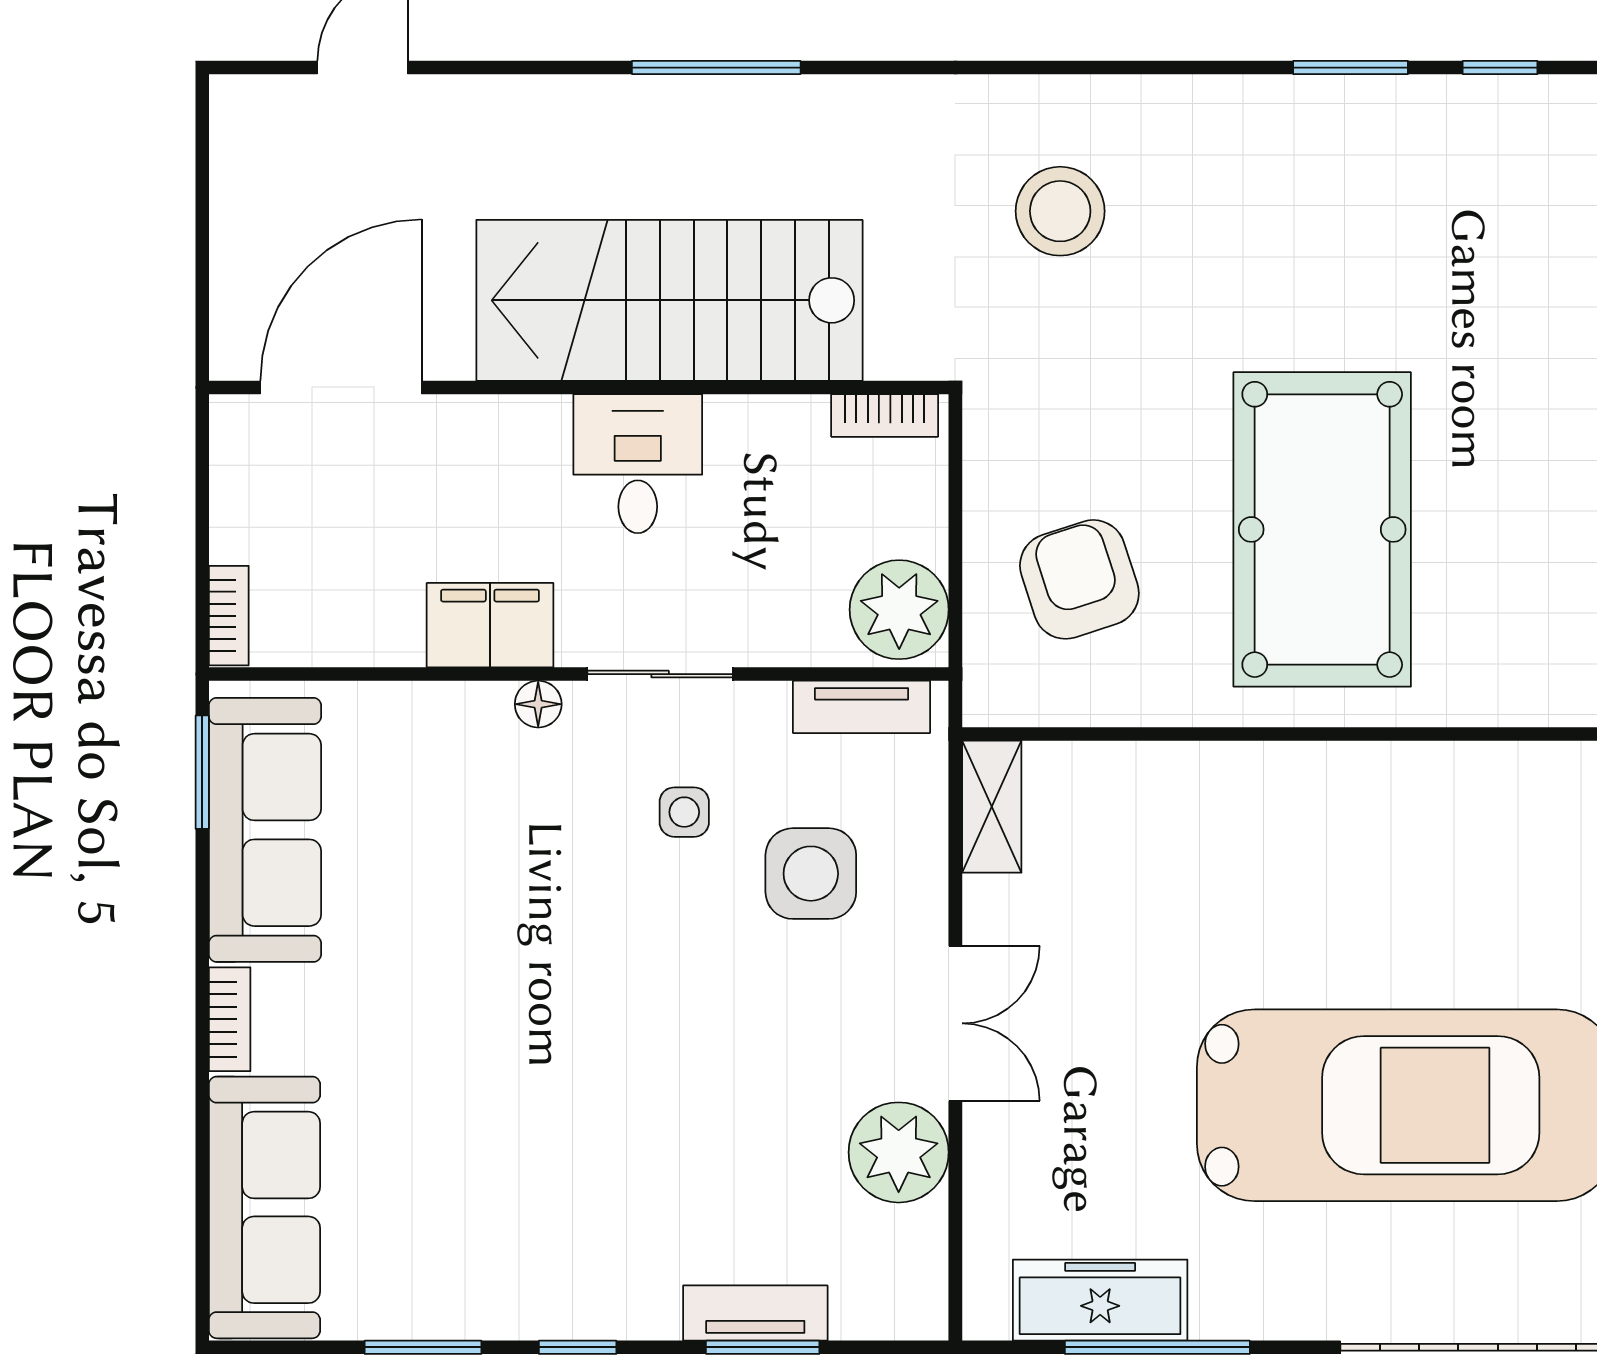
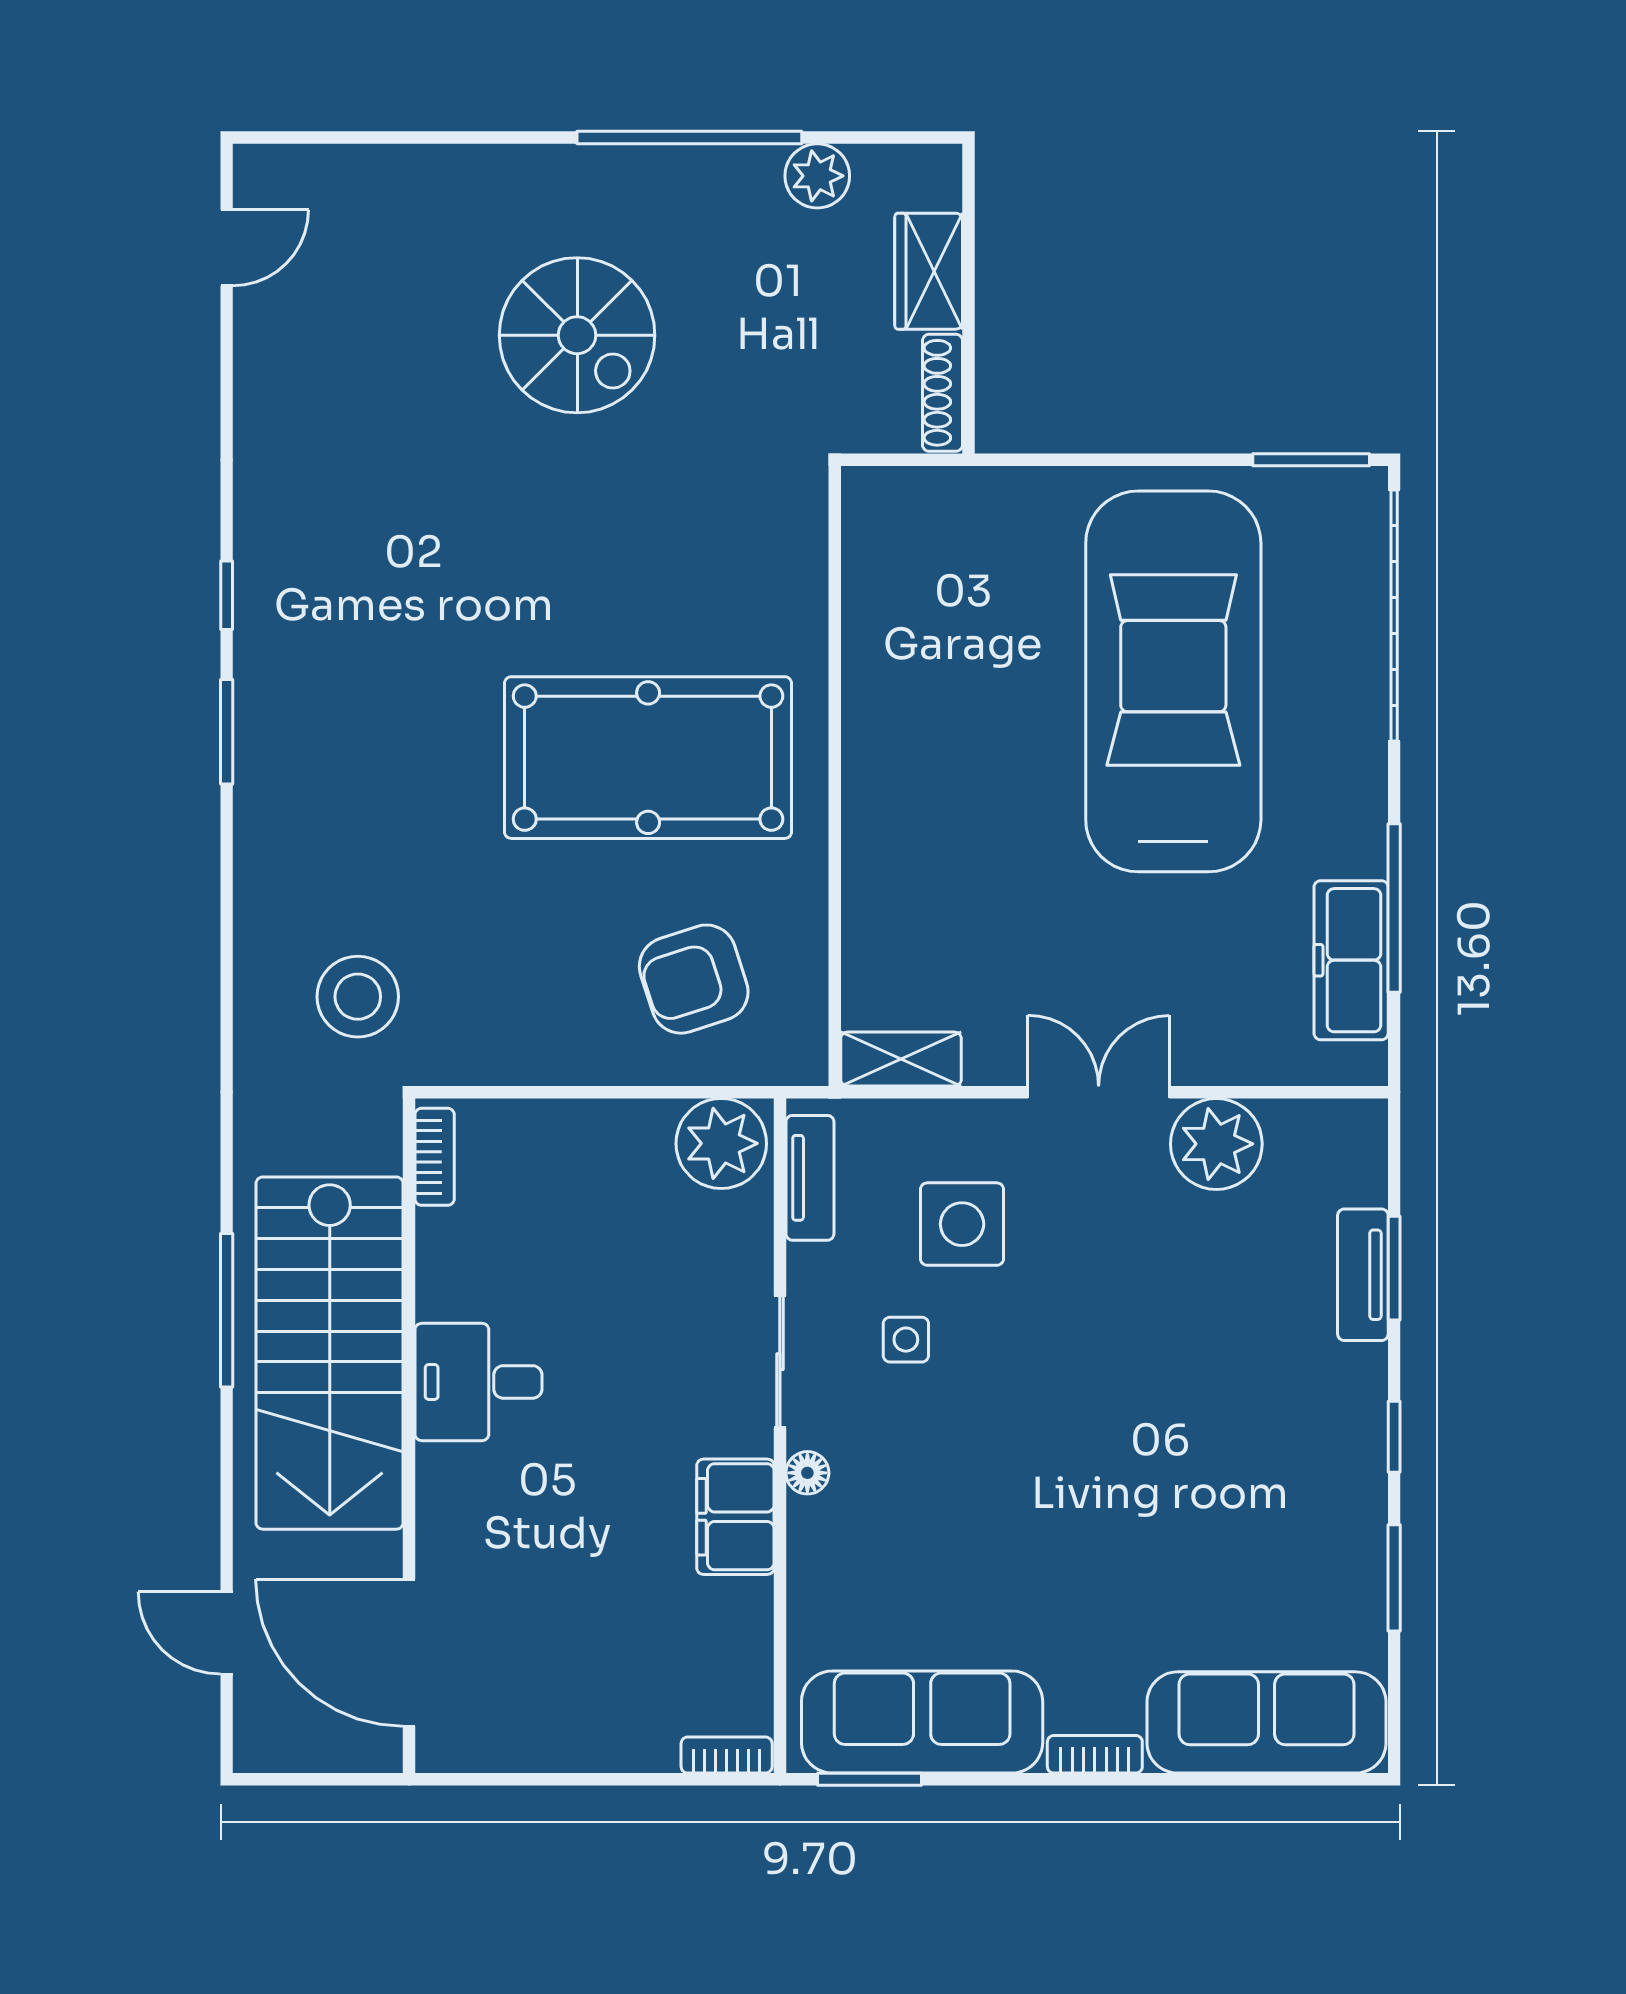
stairs: (669, 300) -> (330, 1353), moved
door: (341, 387) -> (409, 1653), moved
wall: (579, 387) -> (409, 1436), moved
bookcase: (885, 415) -> (435, 1157), moved
desk: (638, 464) -> (479, 1382), moved

